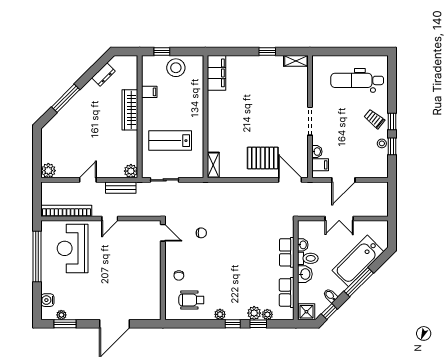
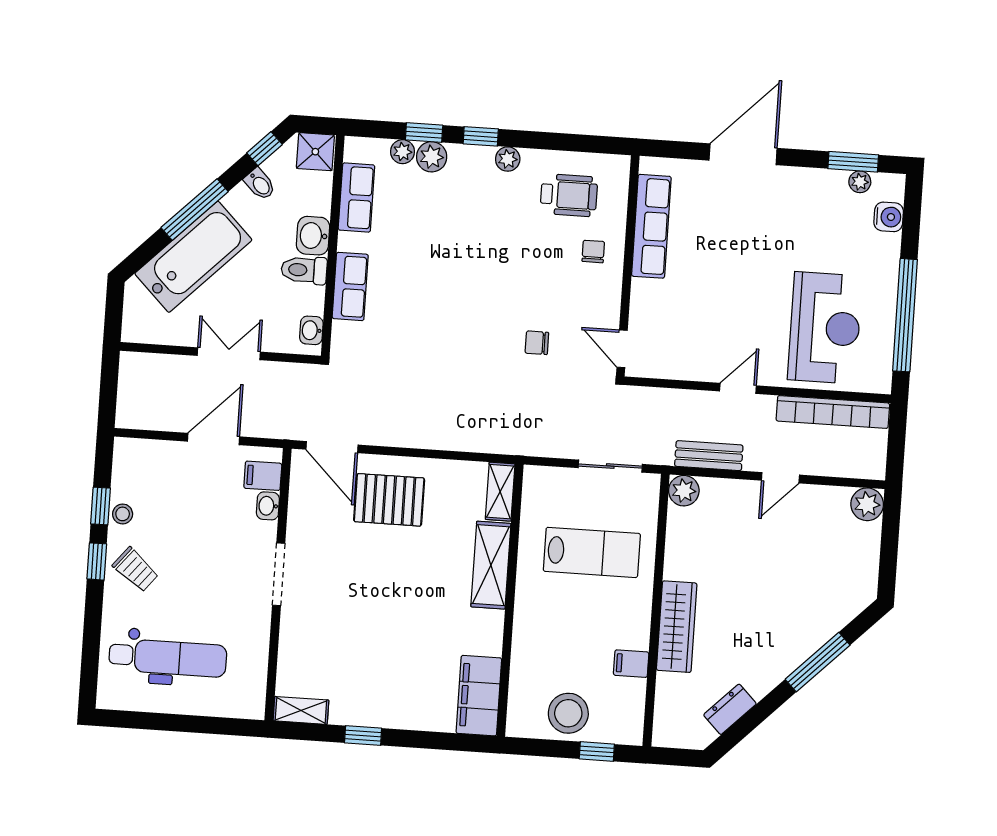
shelving: (215, 132) -> (491, 565), added
washbasin: (303, 245) -> (311, 330), moved
row of seats: (154, 289) -> (651, 226), added

